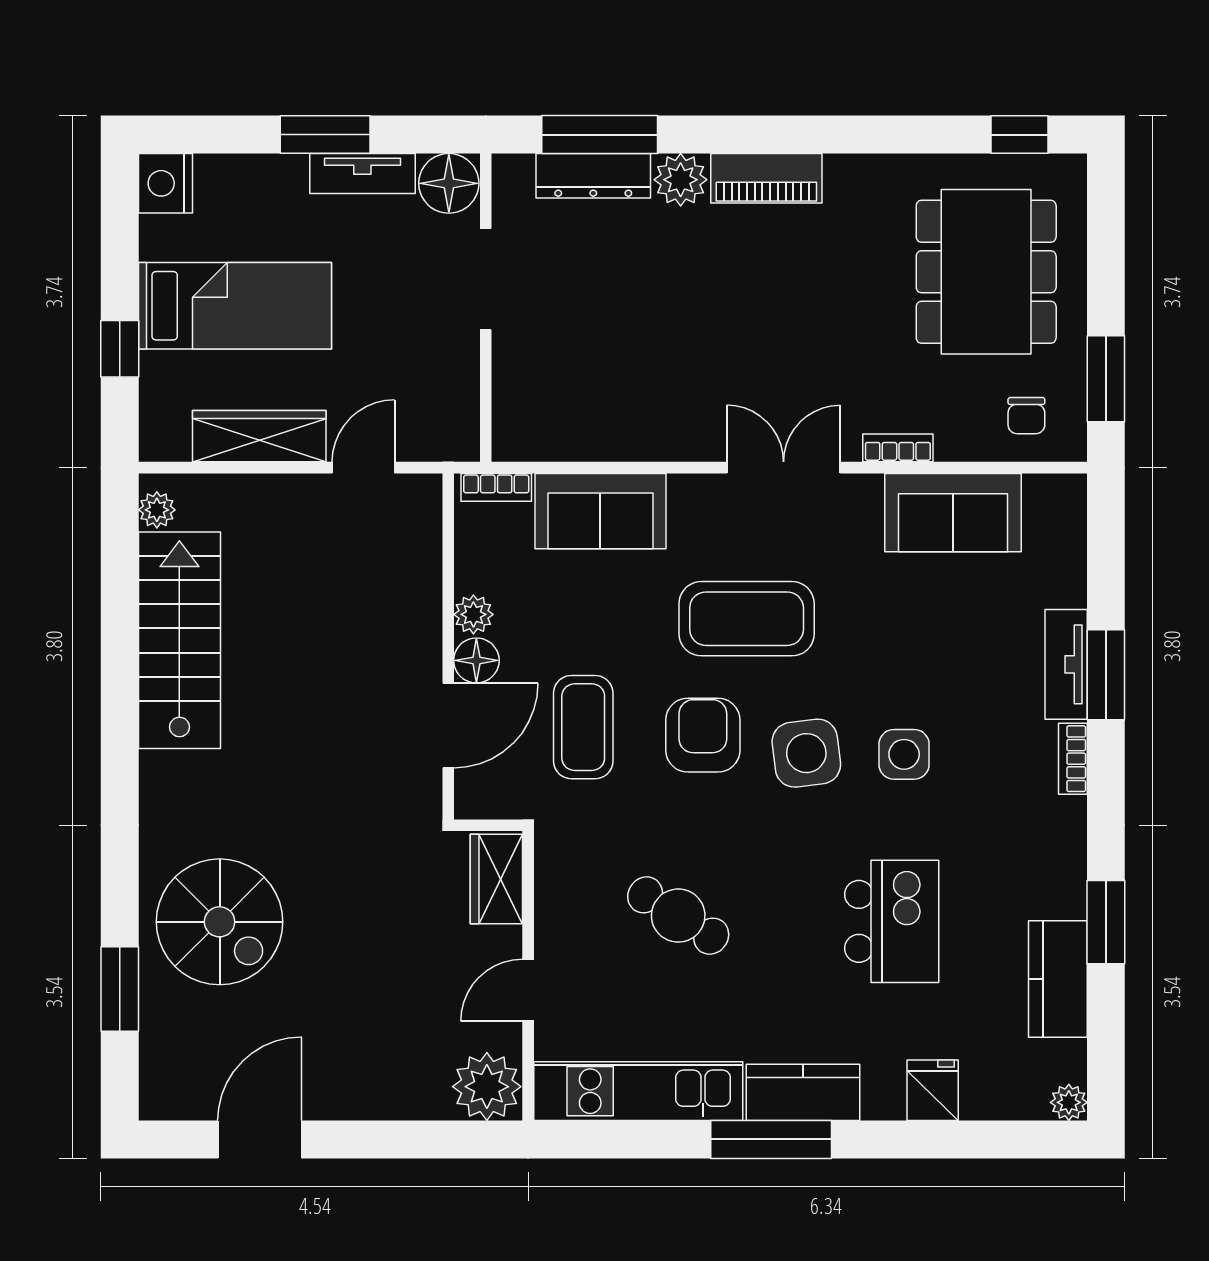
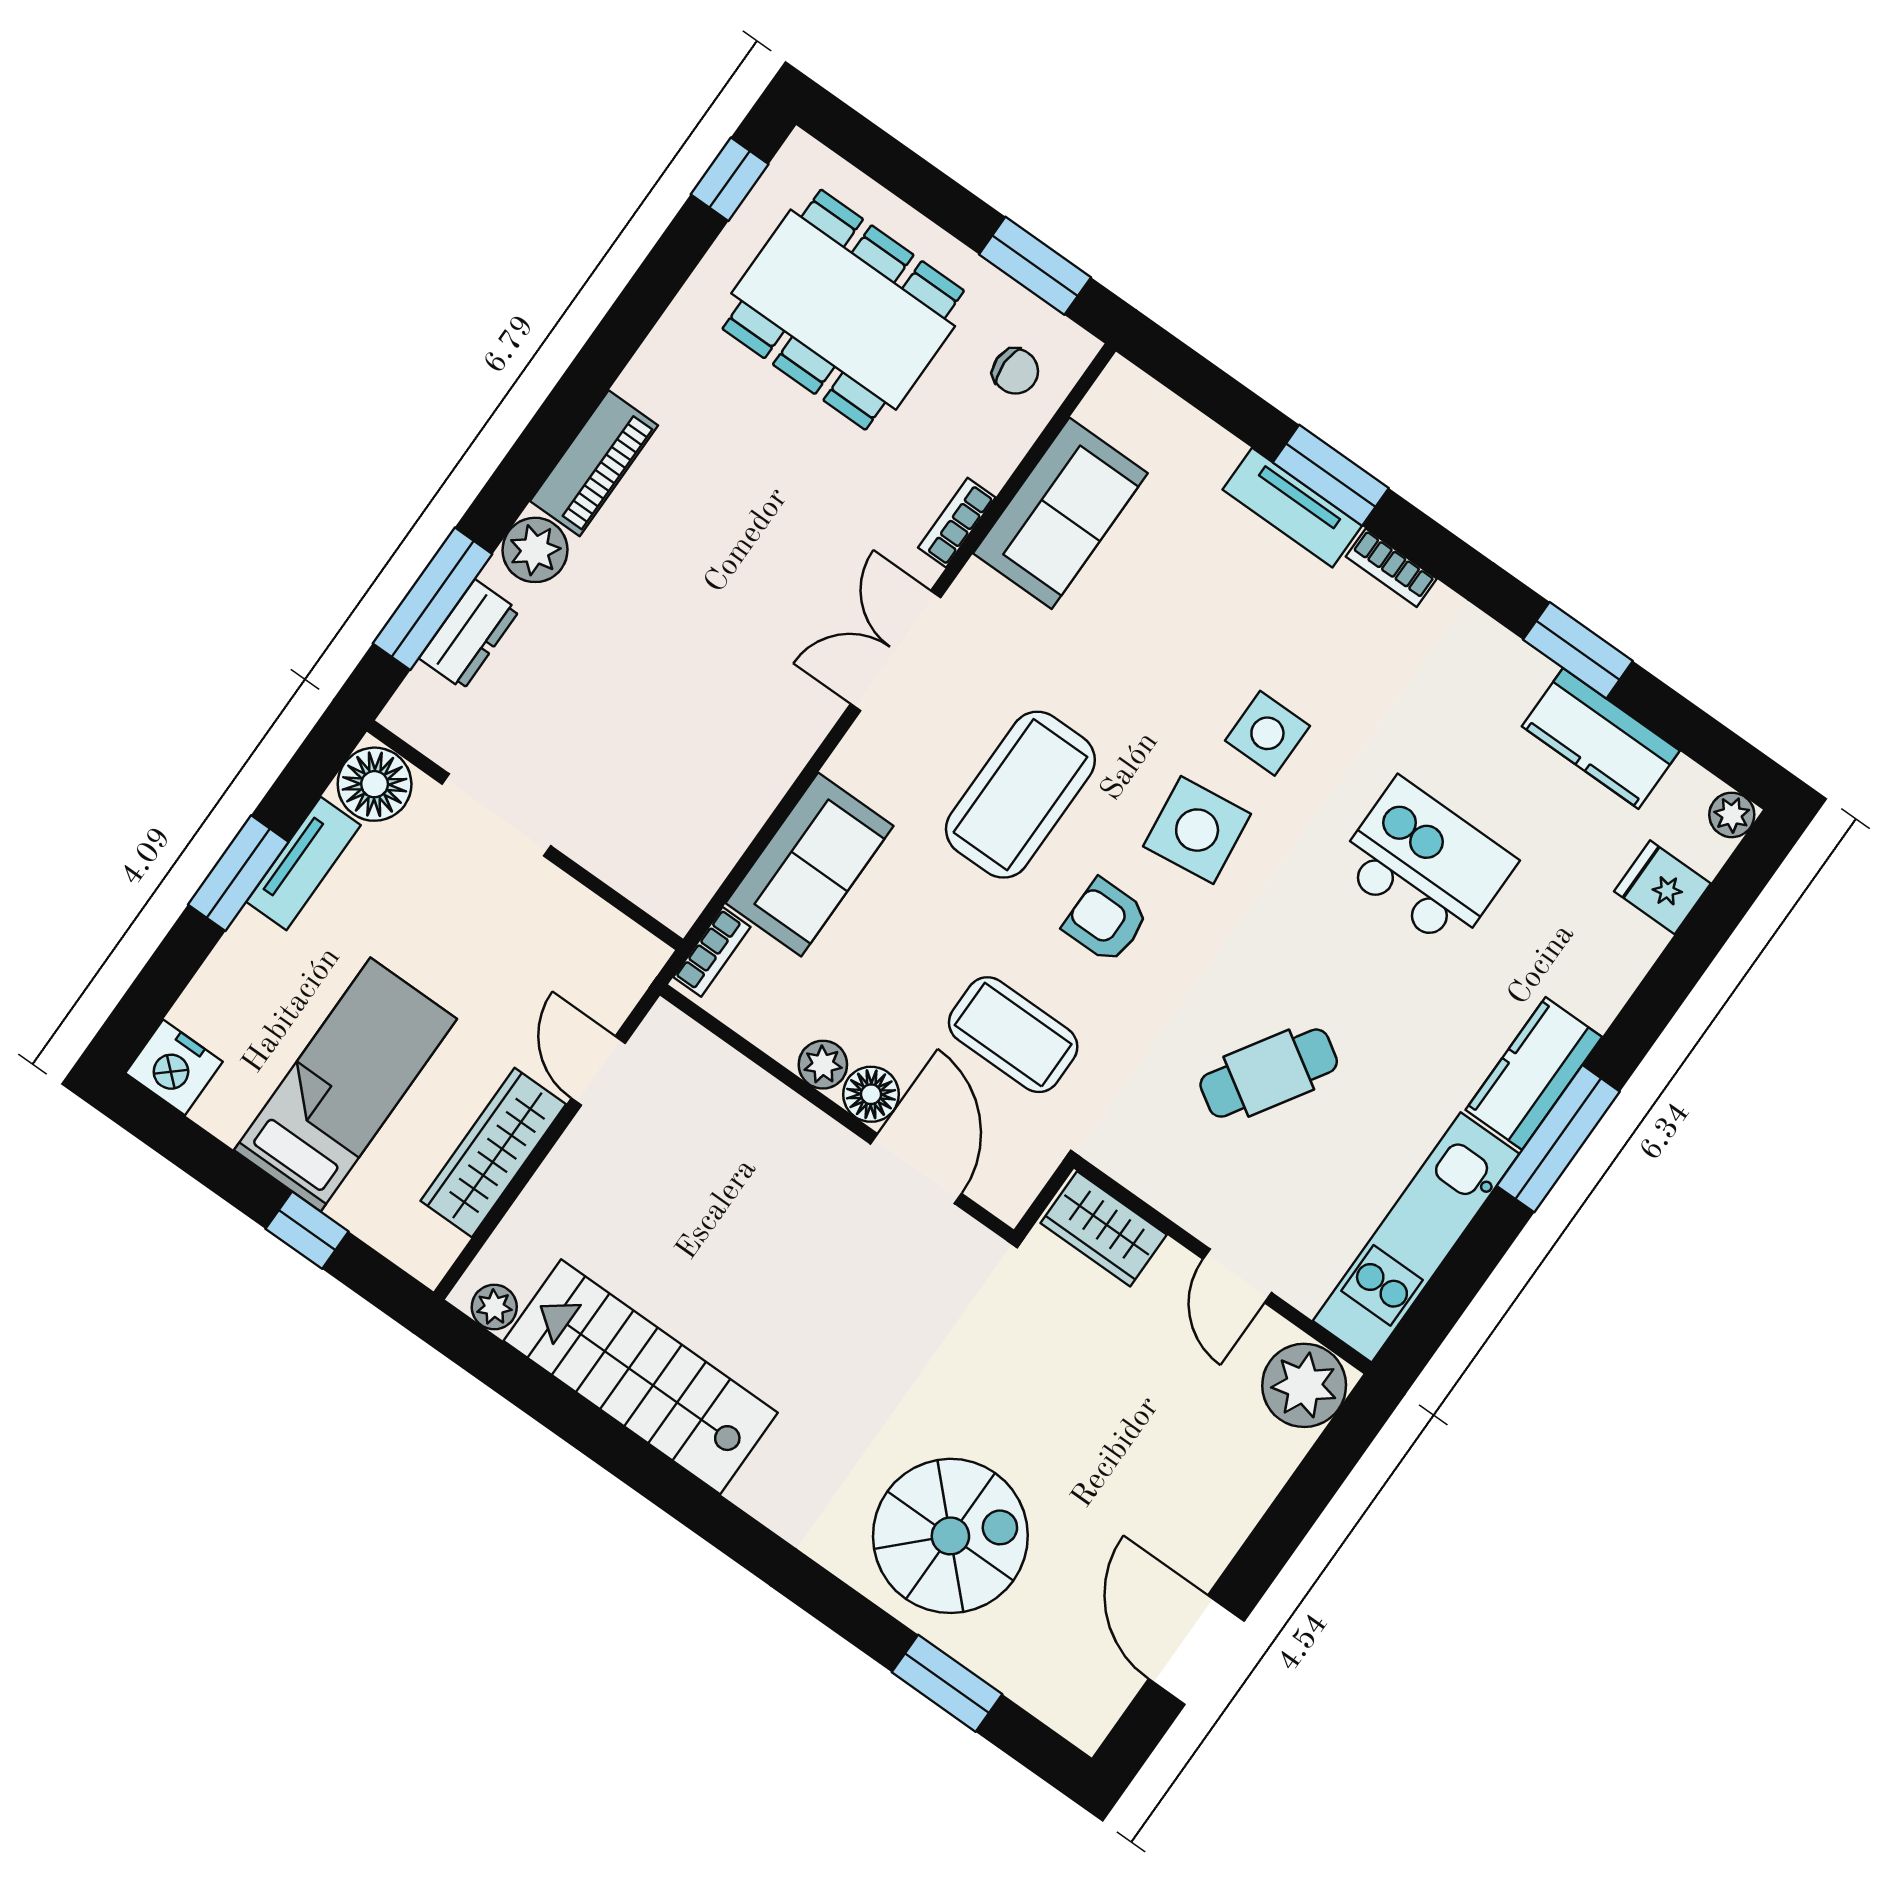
dresser: (593, 176) -> (469, 634), width x0.70
armchair: (703, 735) -> (1106, 921), width x0.72, depth x0.72
fridge: (933, 1090) -> (1662, 887), moved

